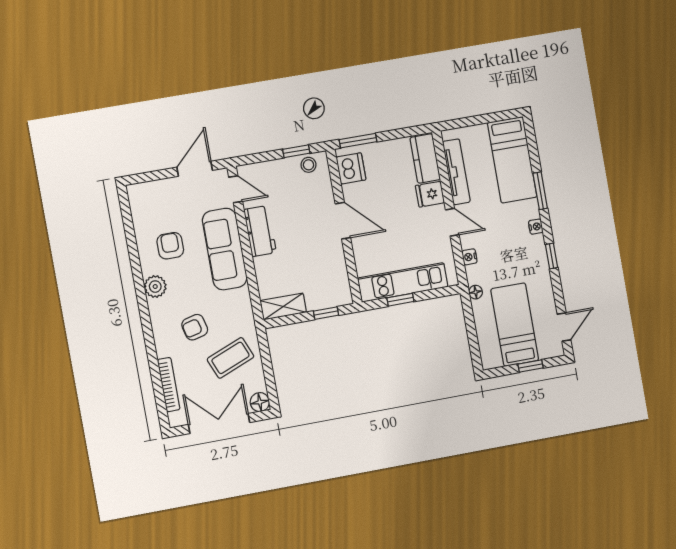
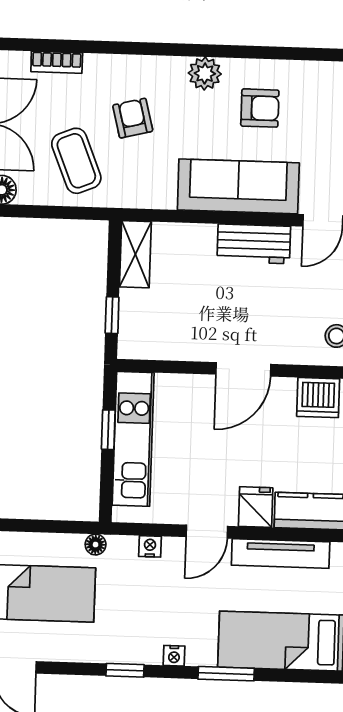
bookcase: (169, 385) -> (57, 62), width x0.64

